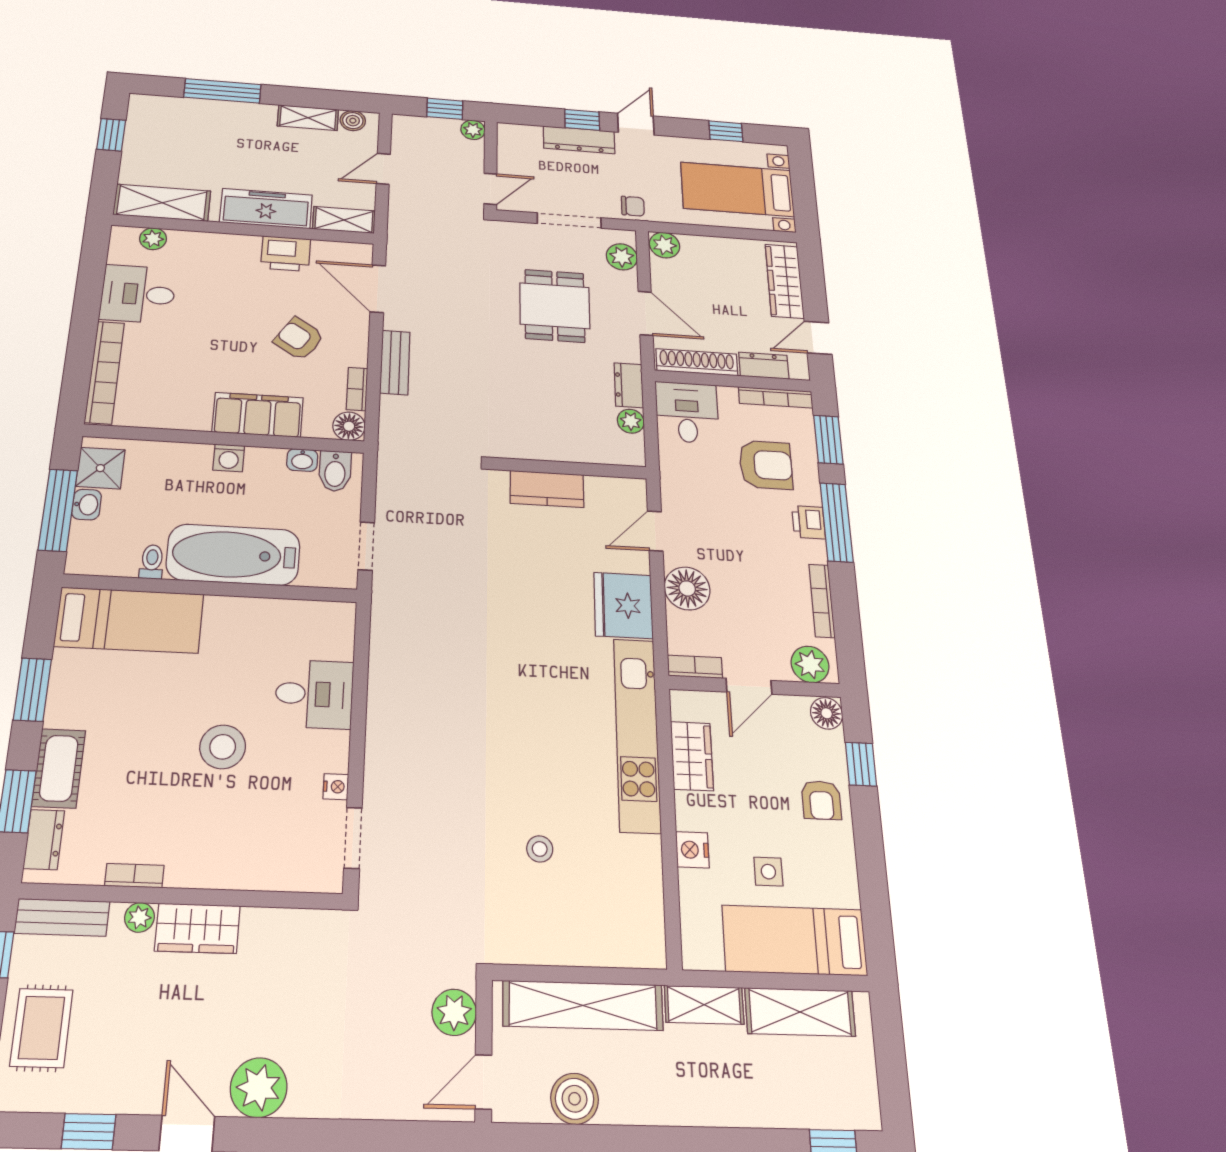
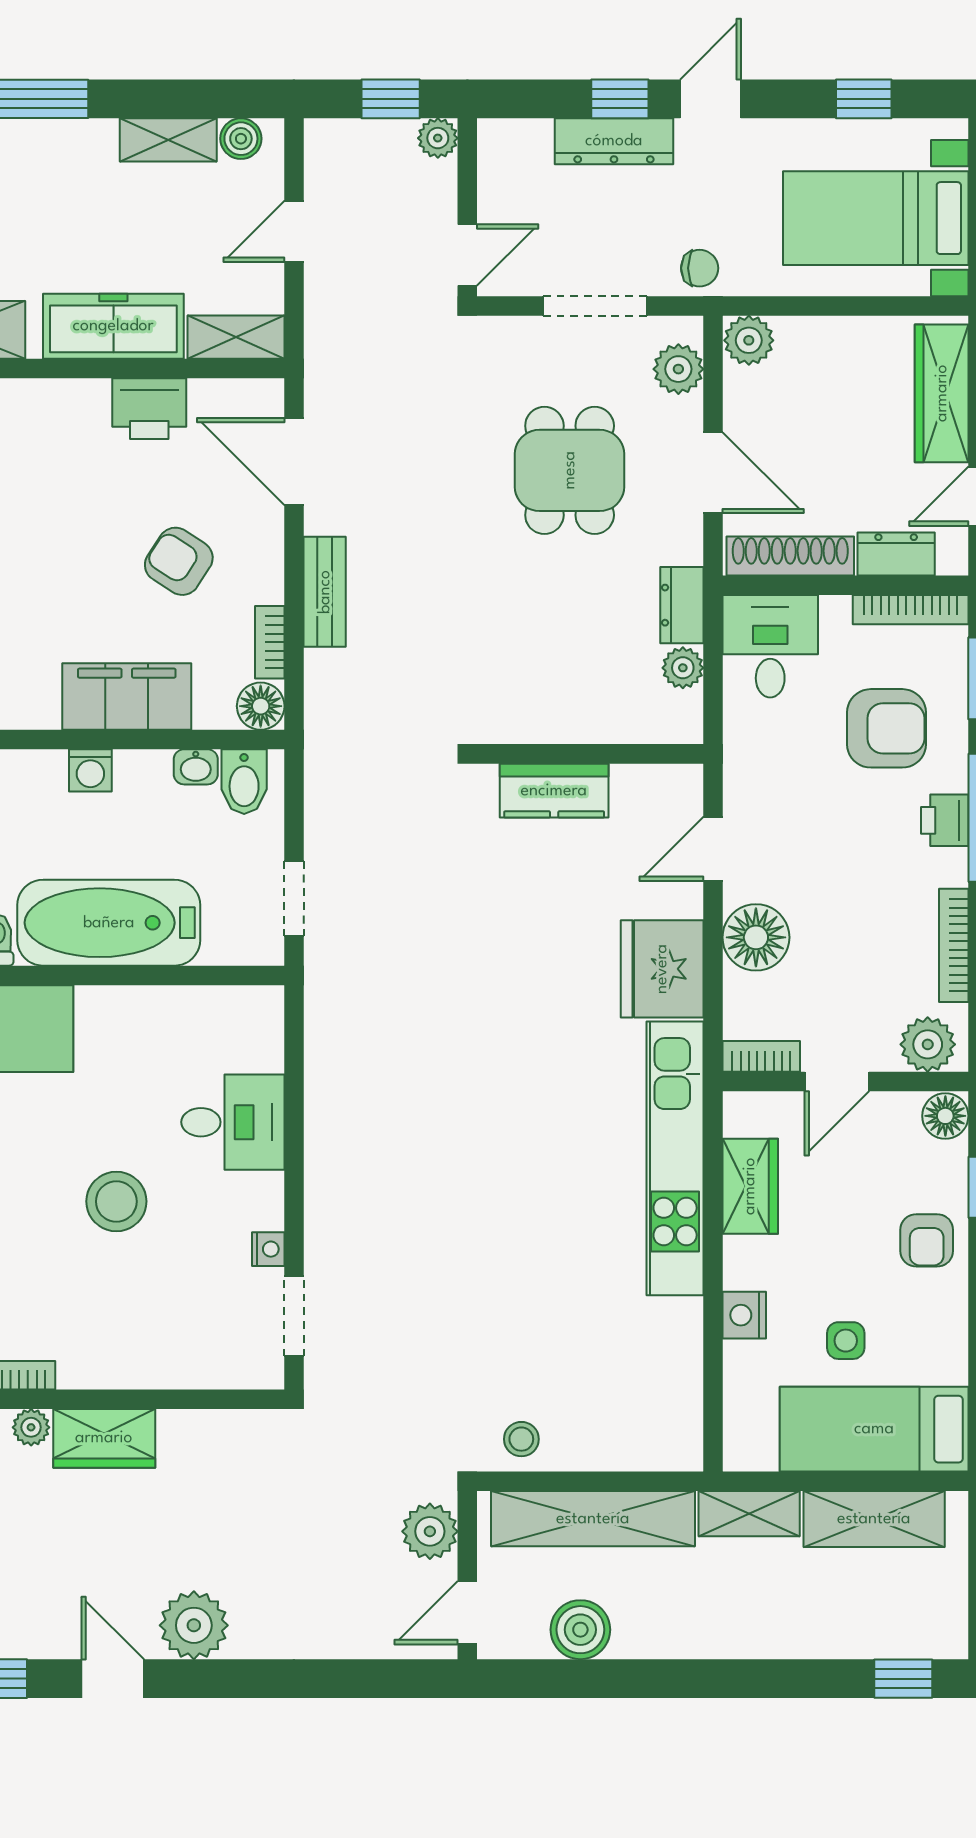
stool: (540, 849) -> (521, 1439), moved

